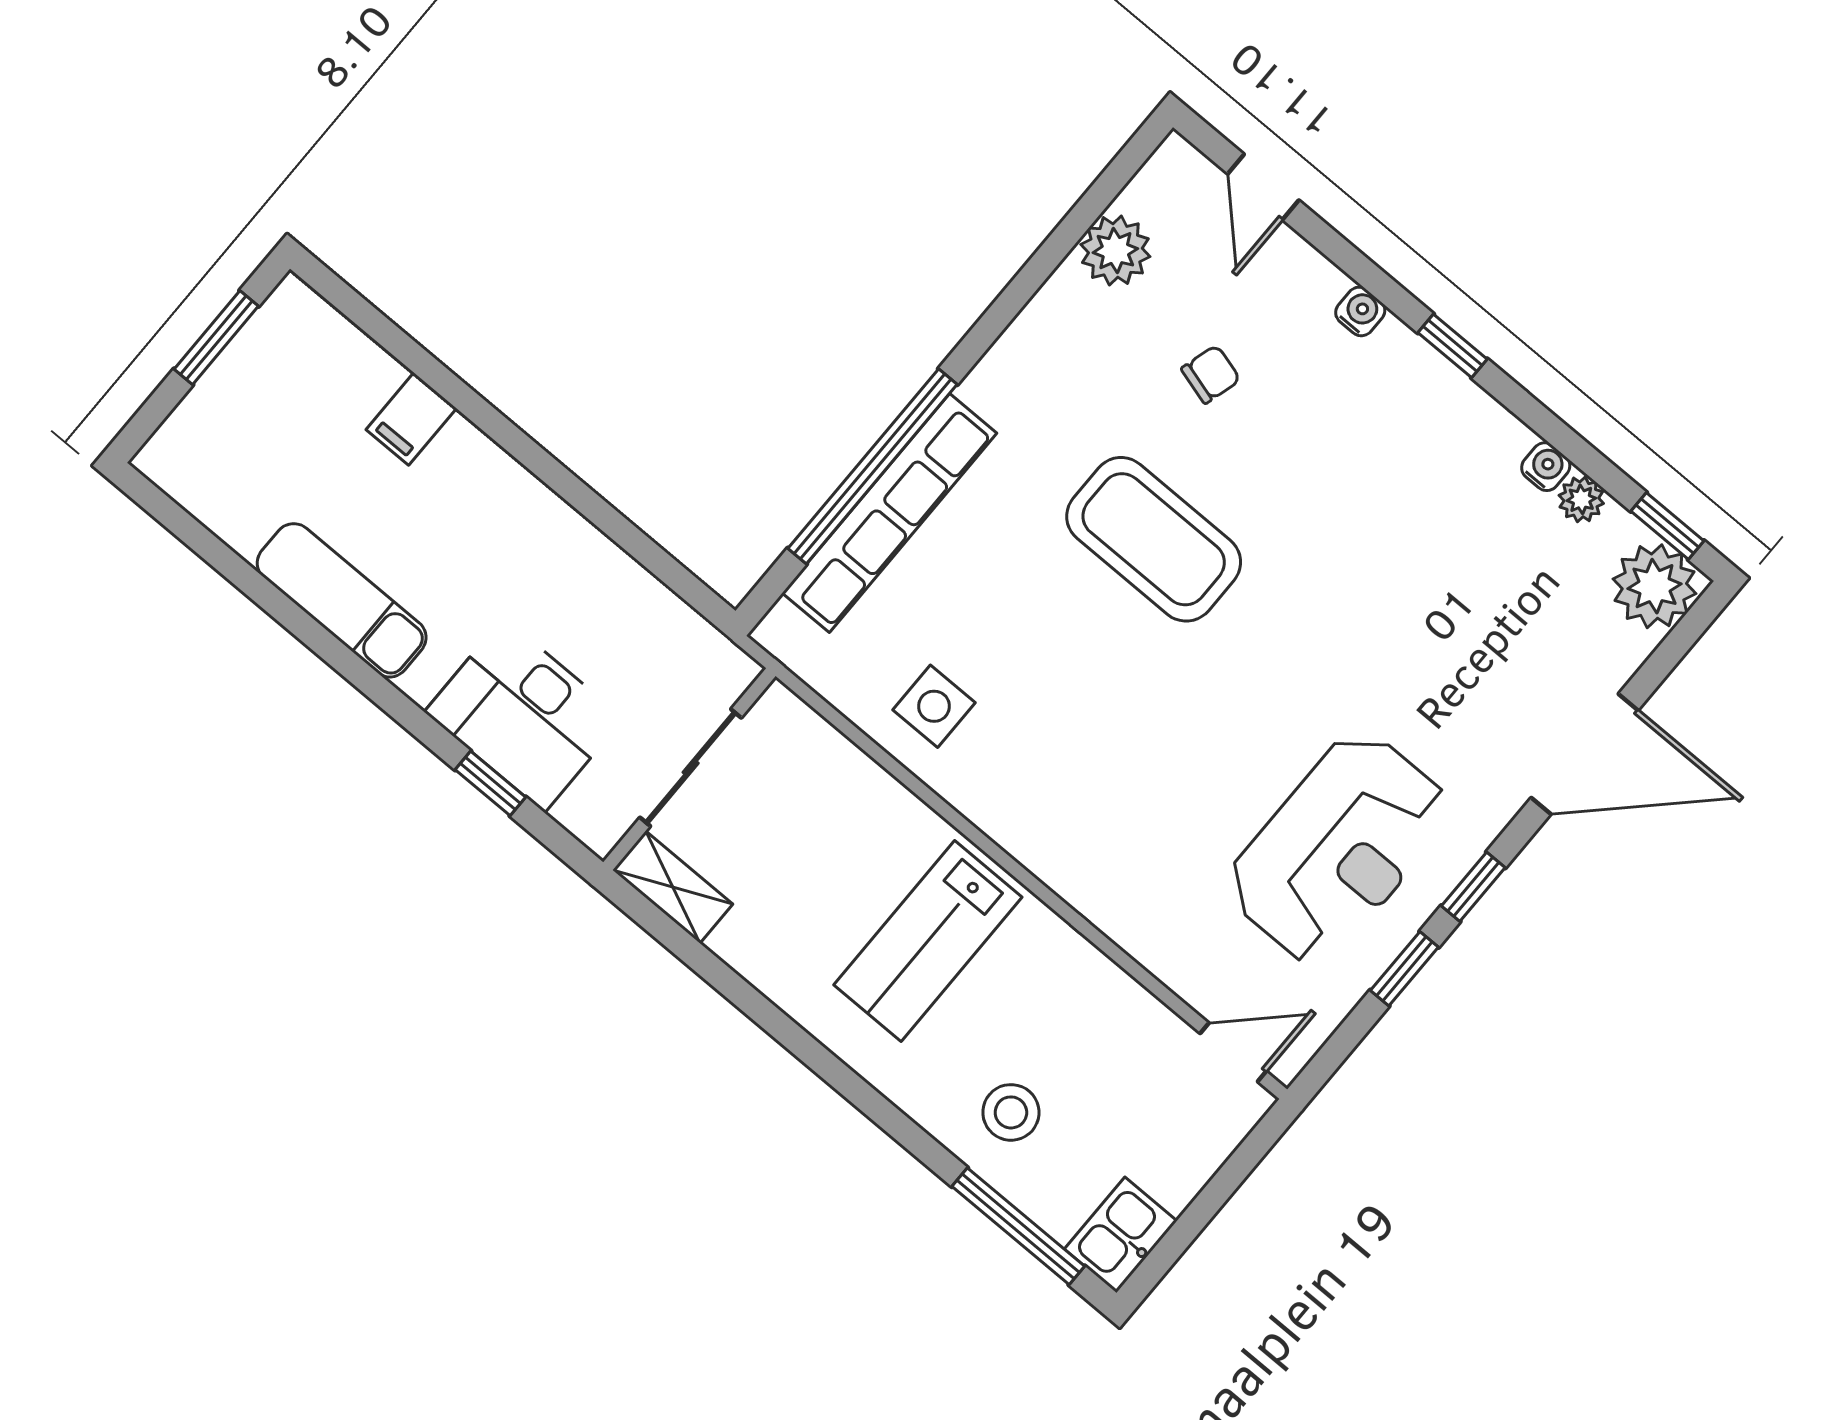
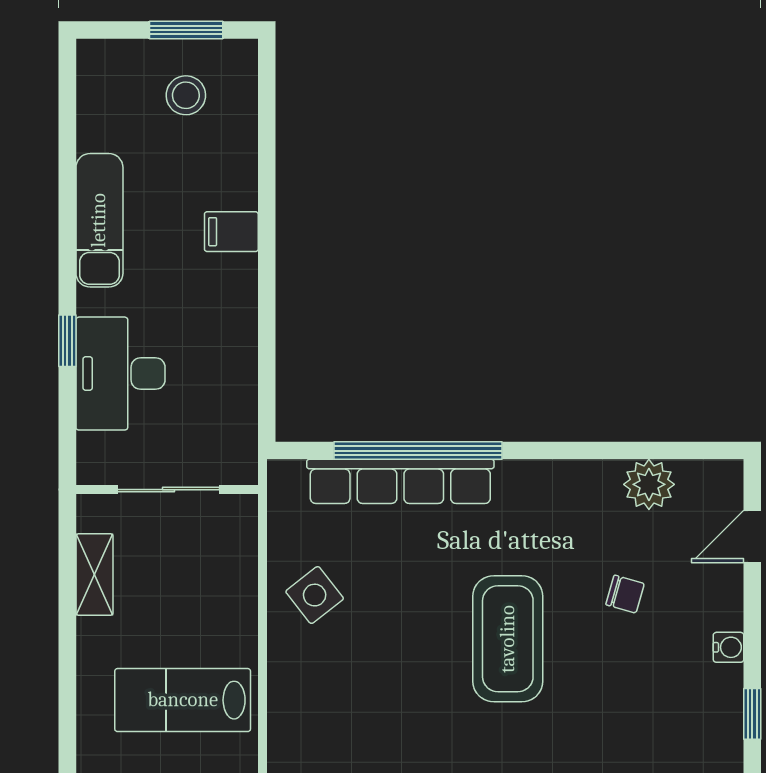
stool: (286, 396) -> (186, 95), added
filing cabinet: (411, 419) -> (231, 232), moved
side table: (934, 706) -> (315, 595), turned -38
window: (490, 783) -> (67, 341), moved
shelving: (673, 887) -> (94, 574), moved

